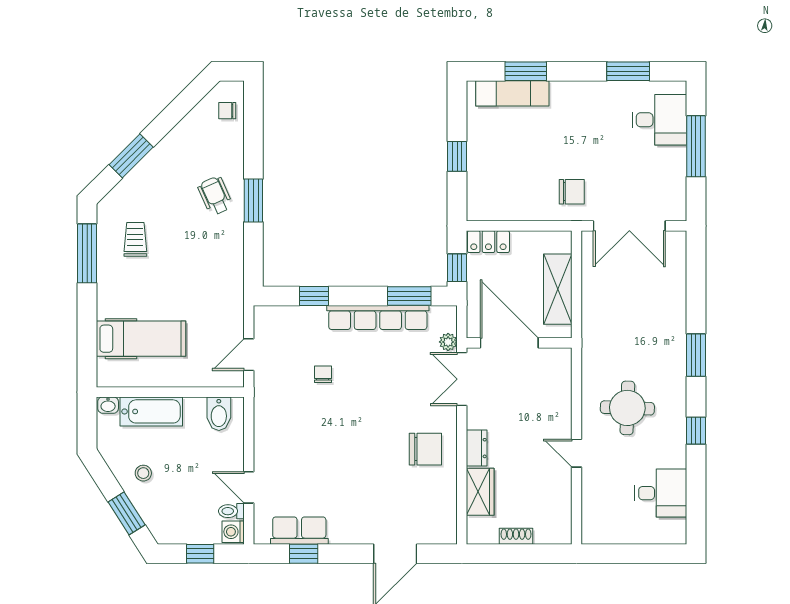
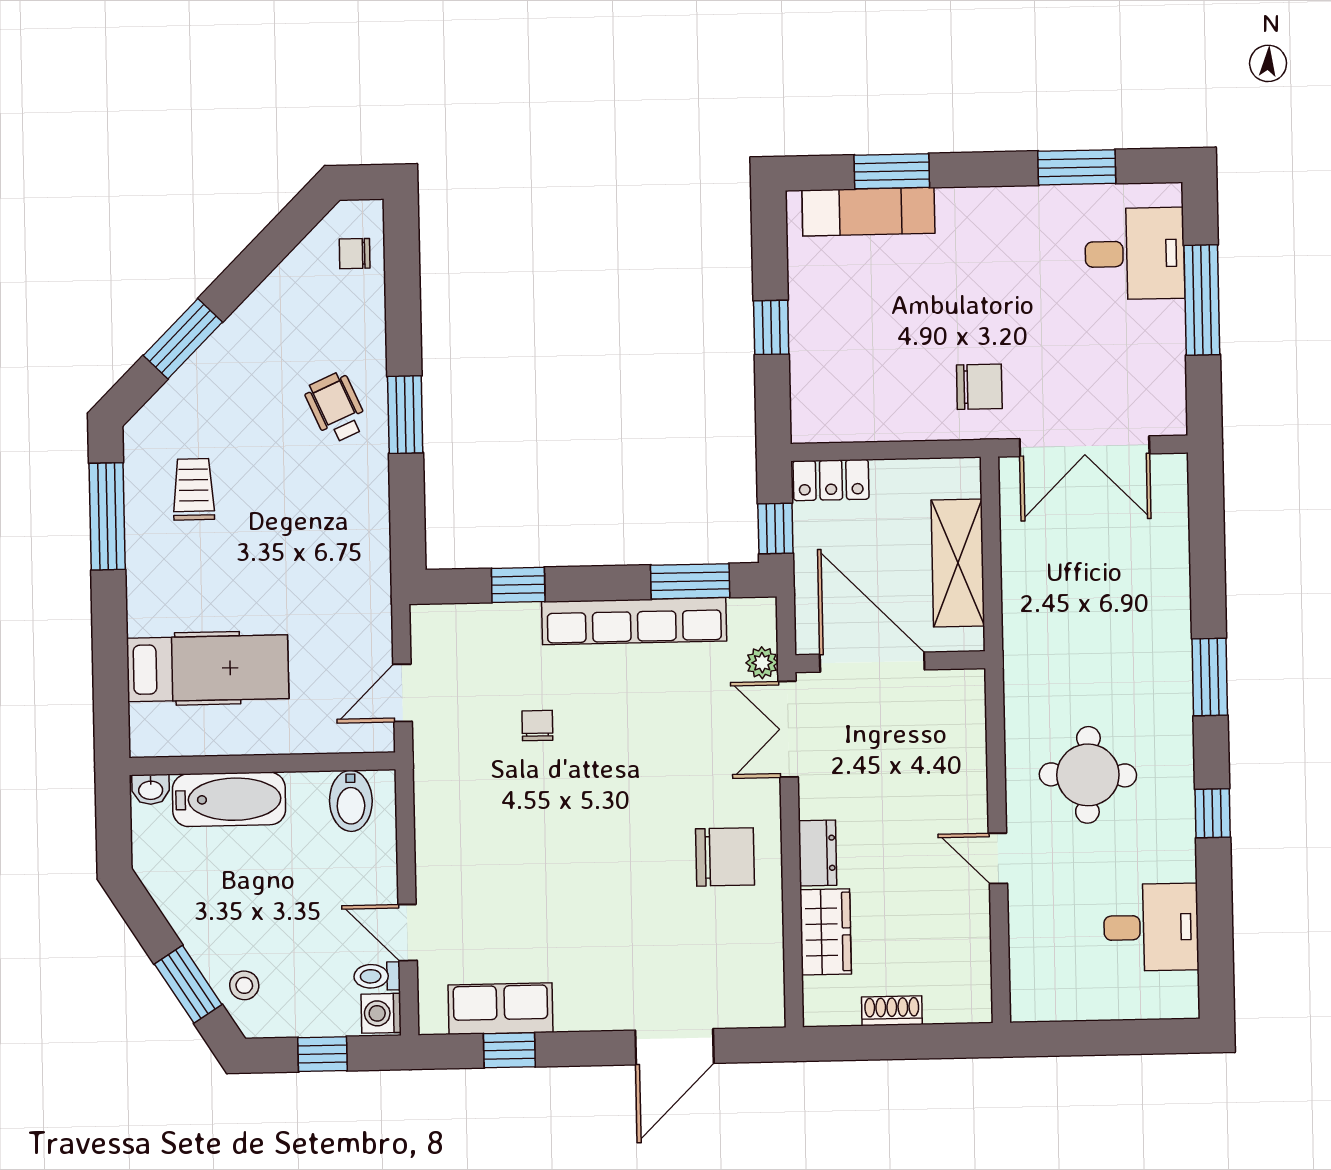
stool: (143, 473) -> (244, 985), moved

